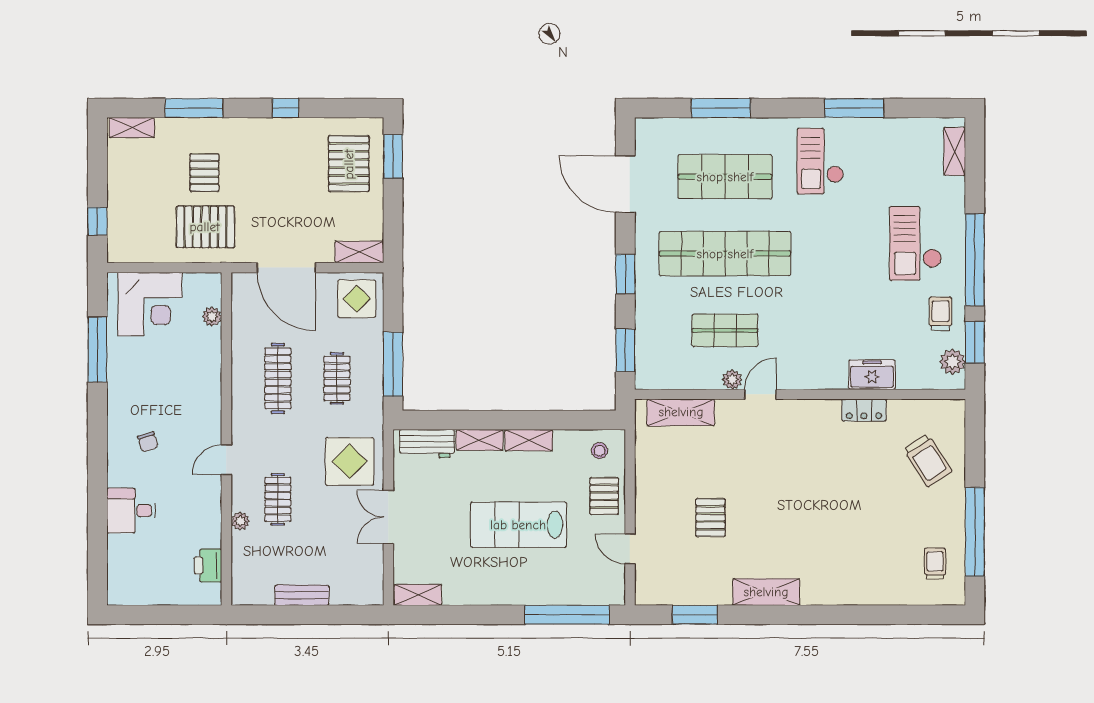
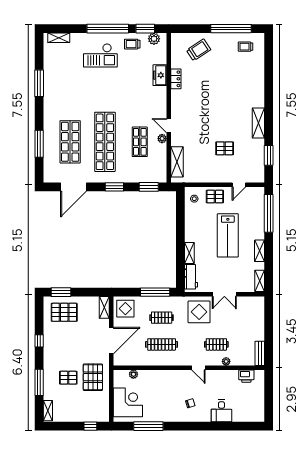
checkout: (820, 161) -> (63, 99), removed
shelving: (529, 440) -> (260, 251), moved
bench: (302, 595) -> (260, 353), moved

